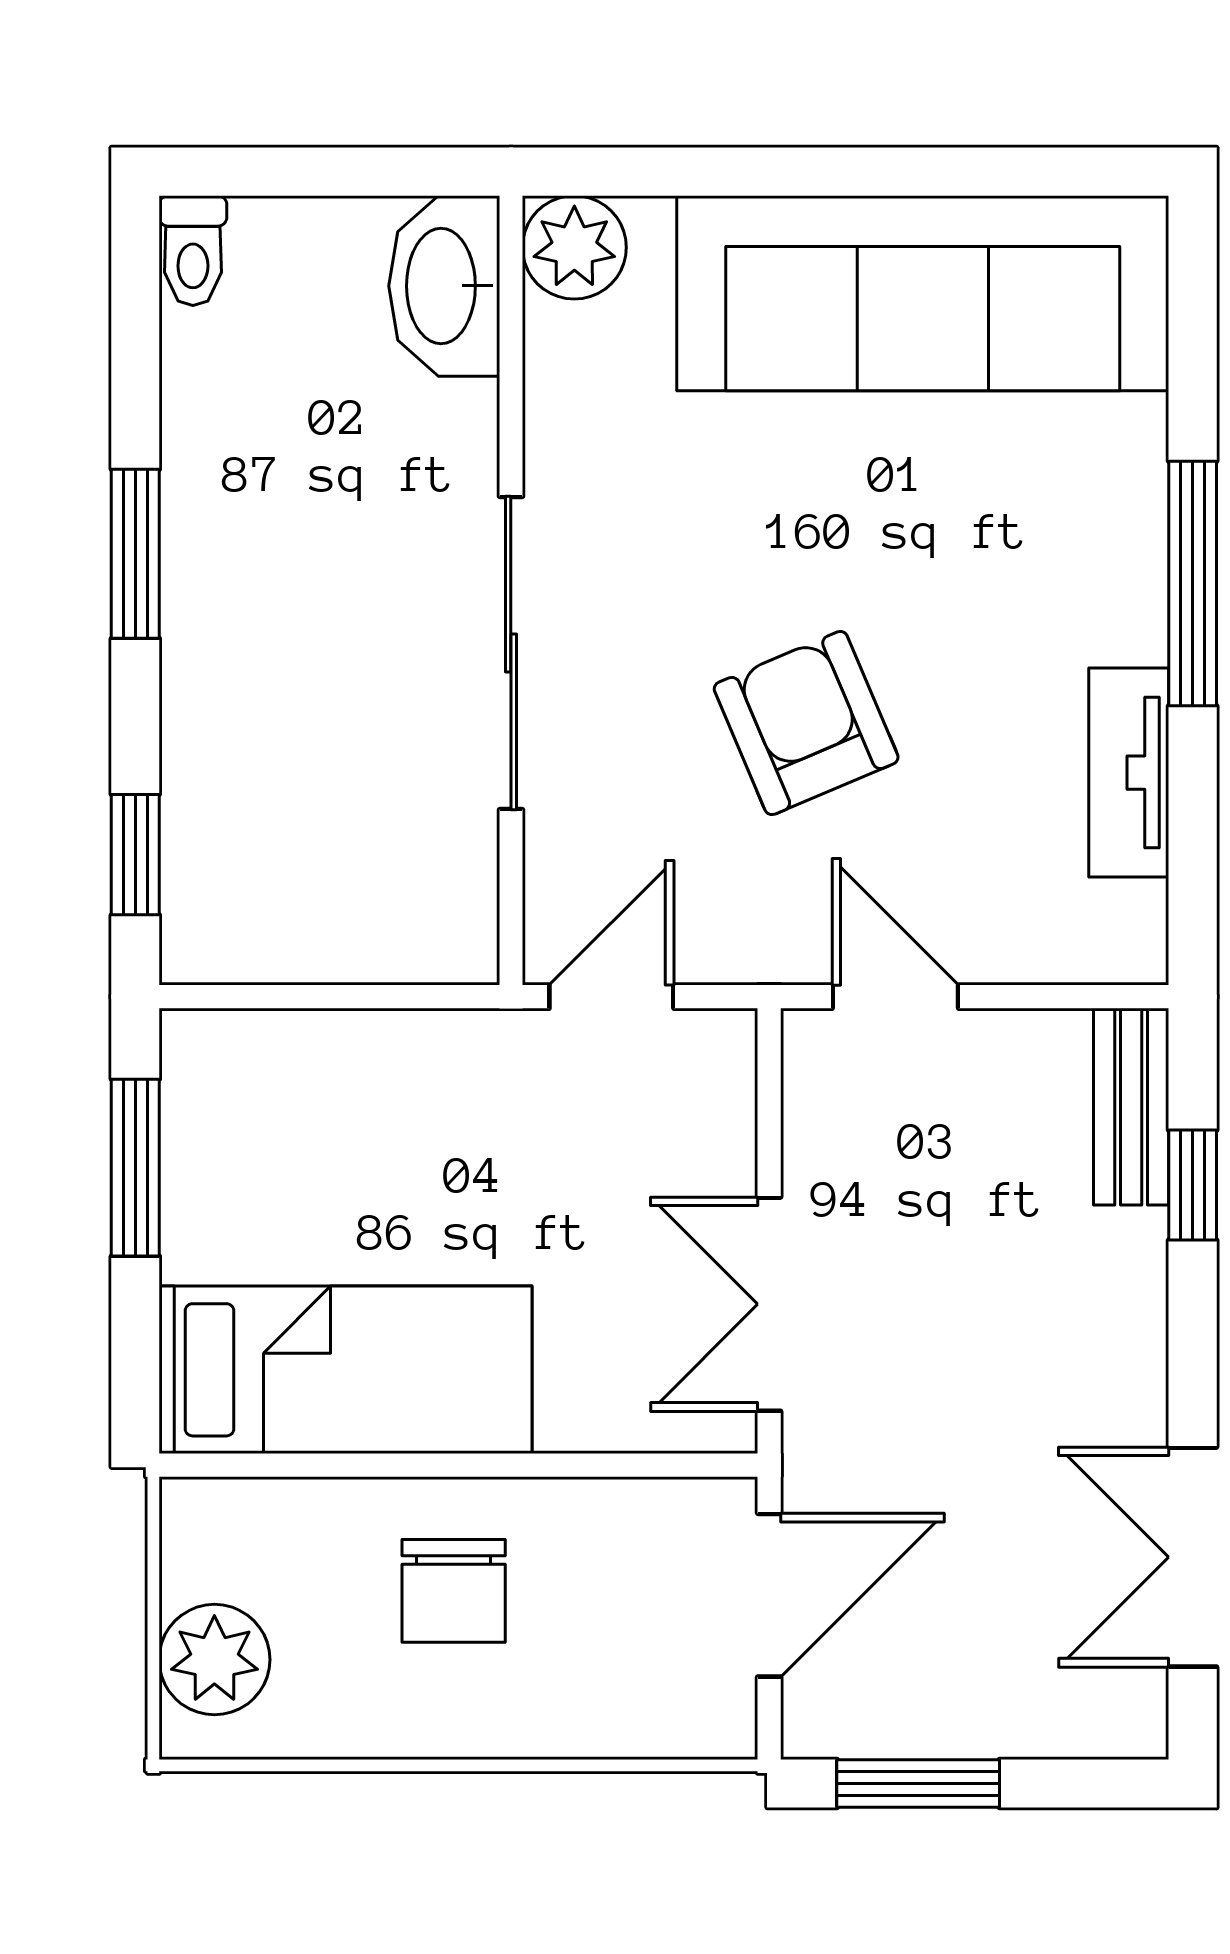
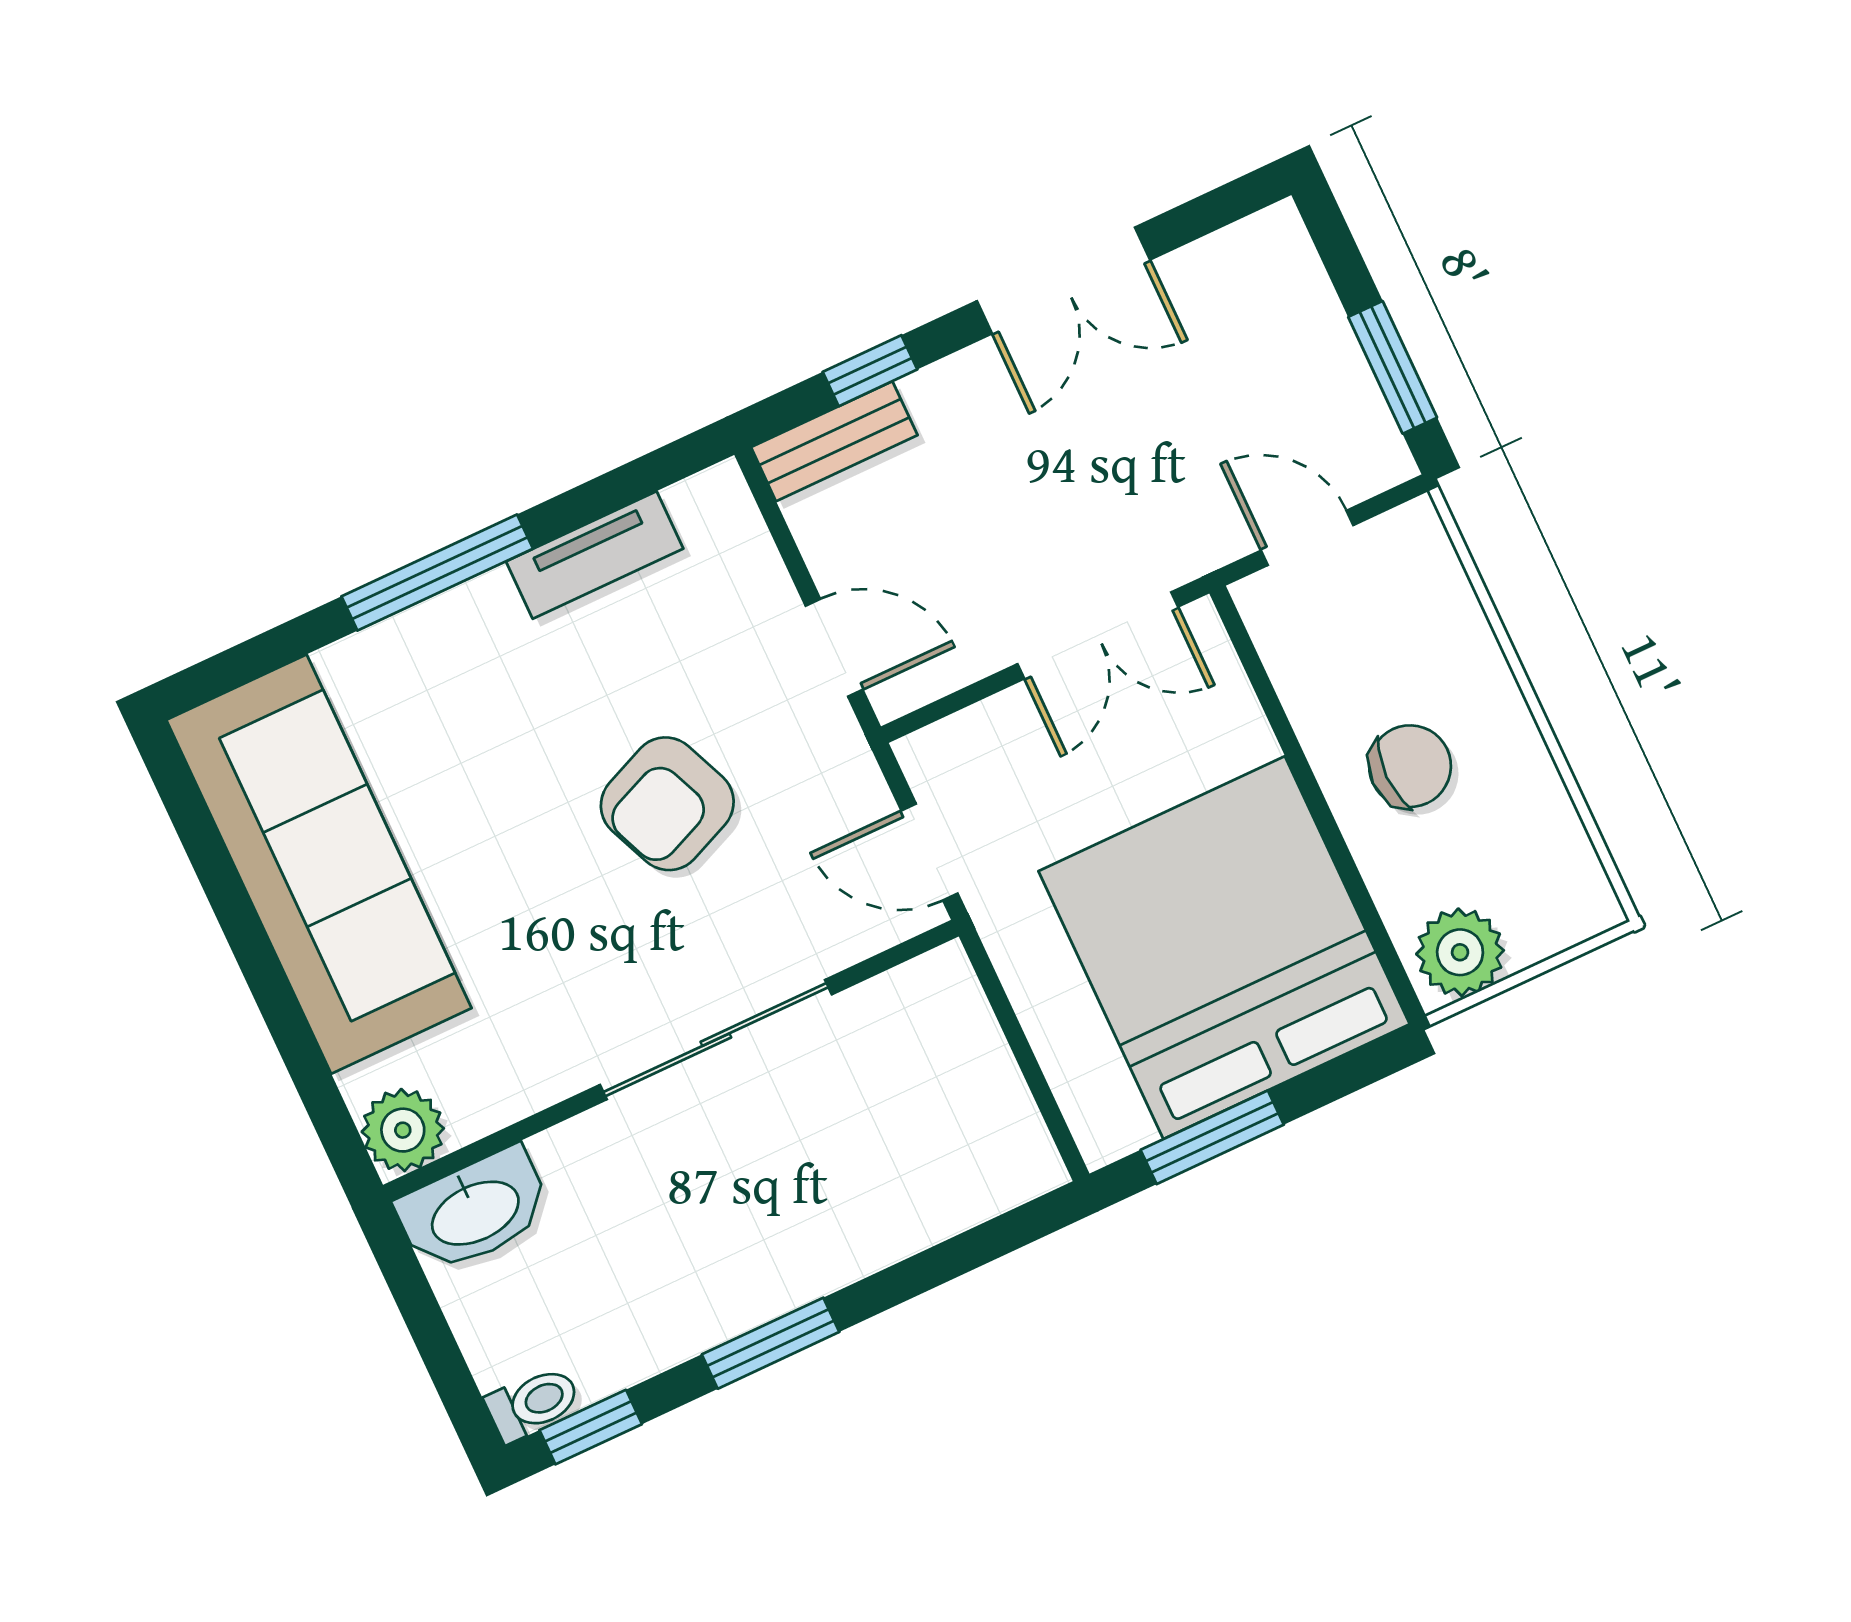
window: (135, 855) -> (591, 1427), moved
door: (895, 997) -> (834, 648), swing flipped
bed: (345, 1370) -> (1224, 948), width x2.04
double door: (1193, 1557) -> (1063, 280), moved
door: (769, 1595) -> (1307, 538), width x0.73
plant: (214, 1660) -> (1460, 952), moved

